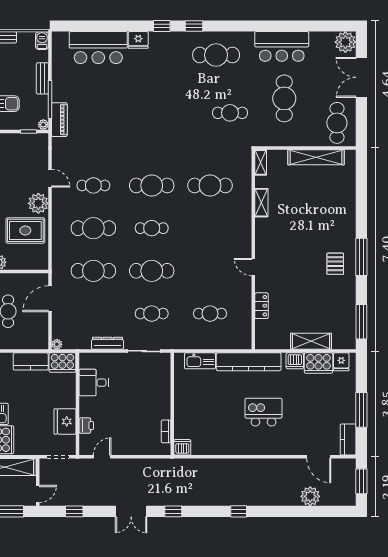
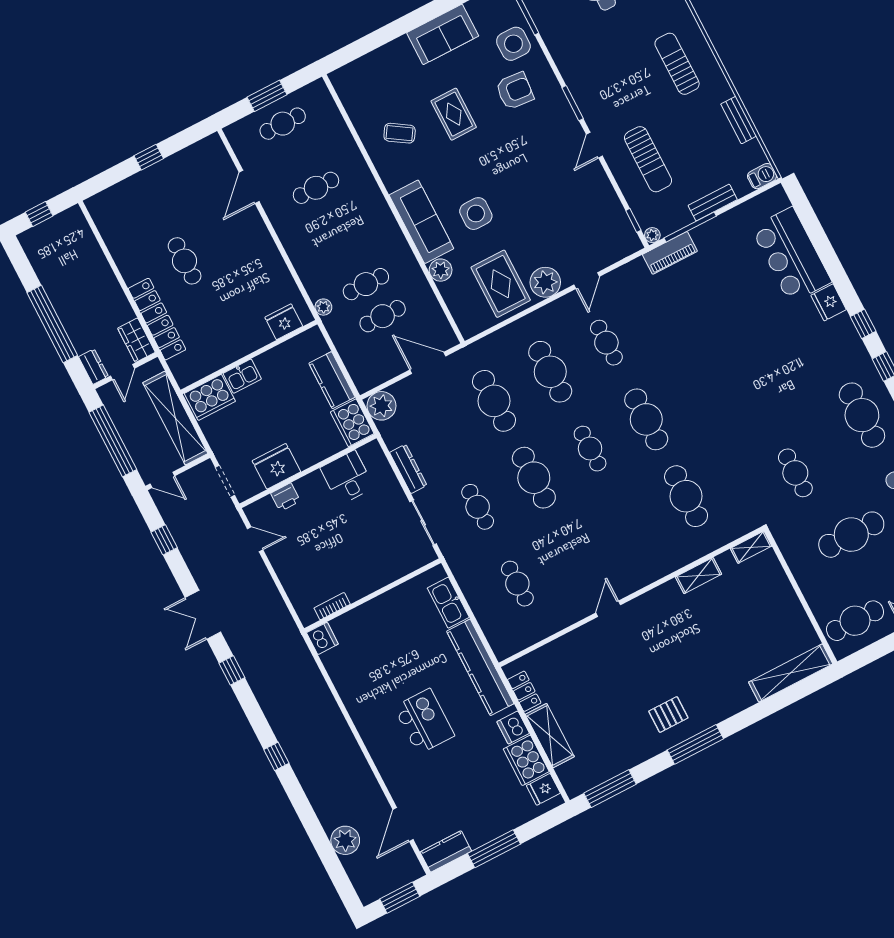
shelving: (316, 157) -> (791, 673), moved, turned 90
locker: (261, 306) -> (524, 691), moved, turned -90
plant: (57, 344) -> (381, 406), width x1.87, depth x1.87

